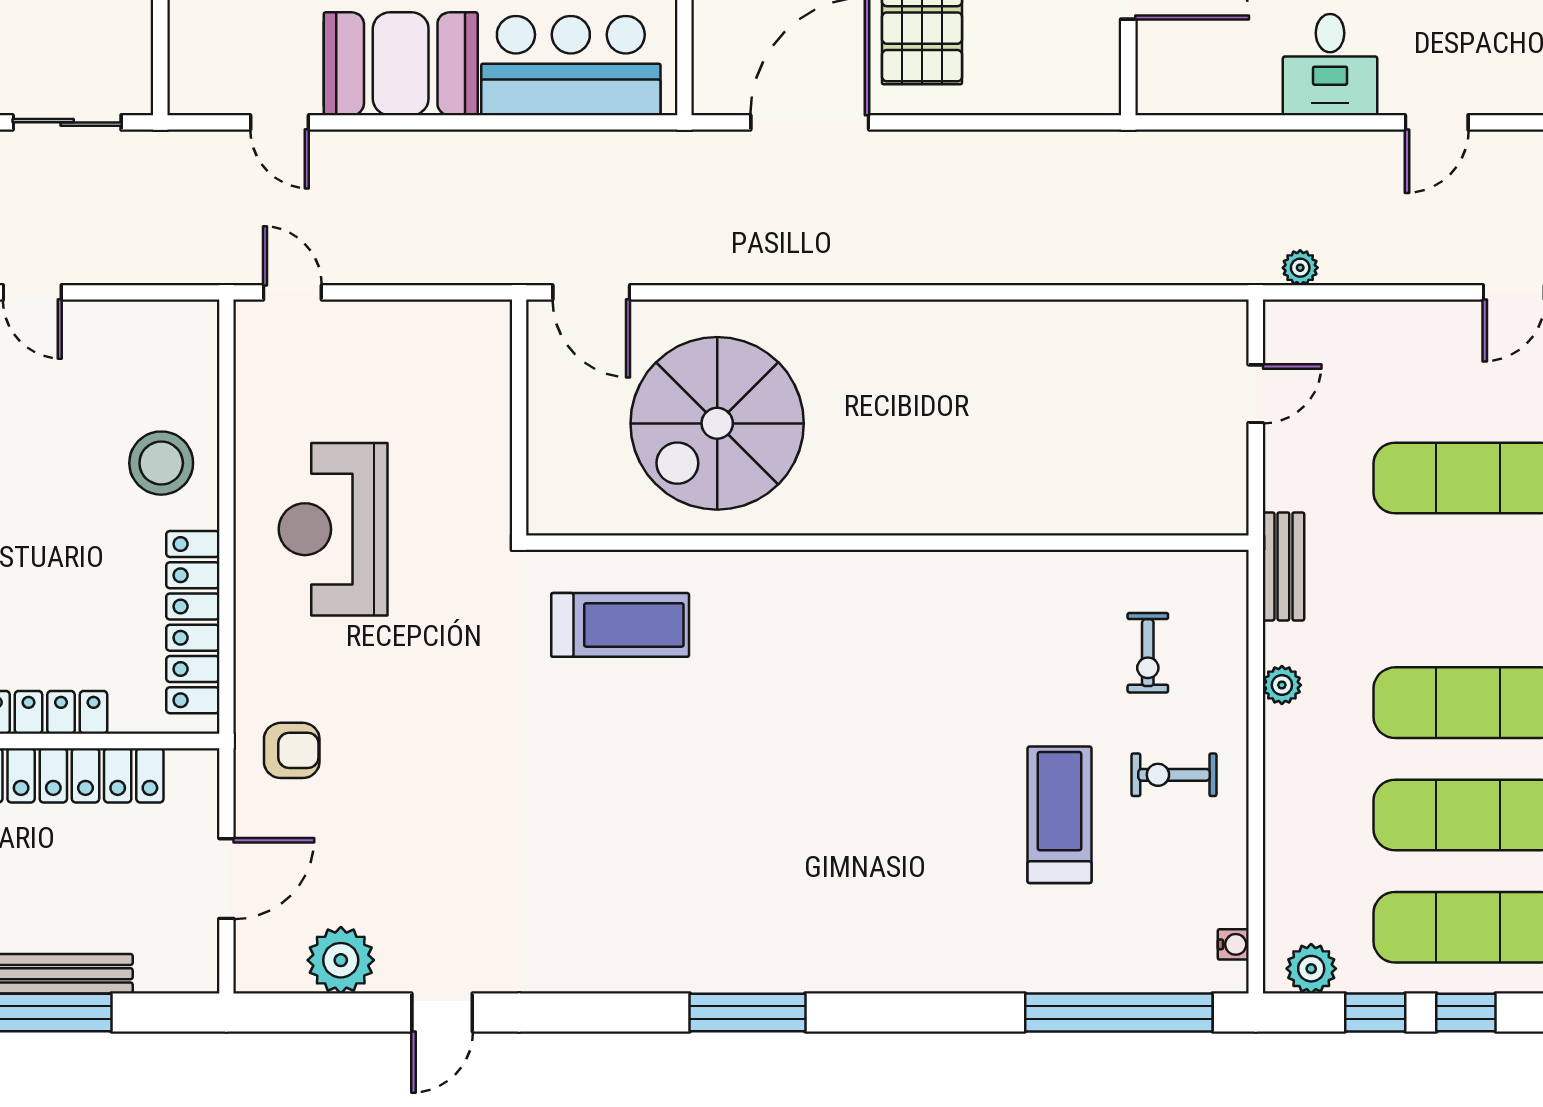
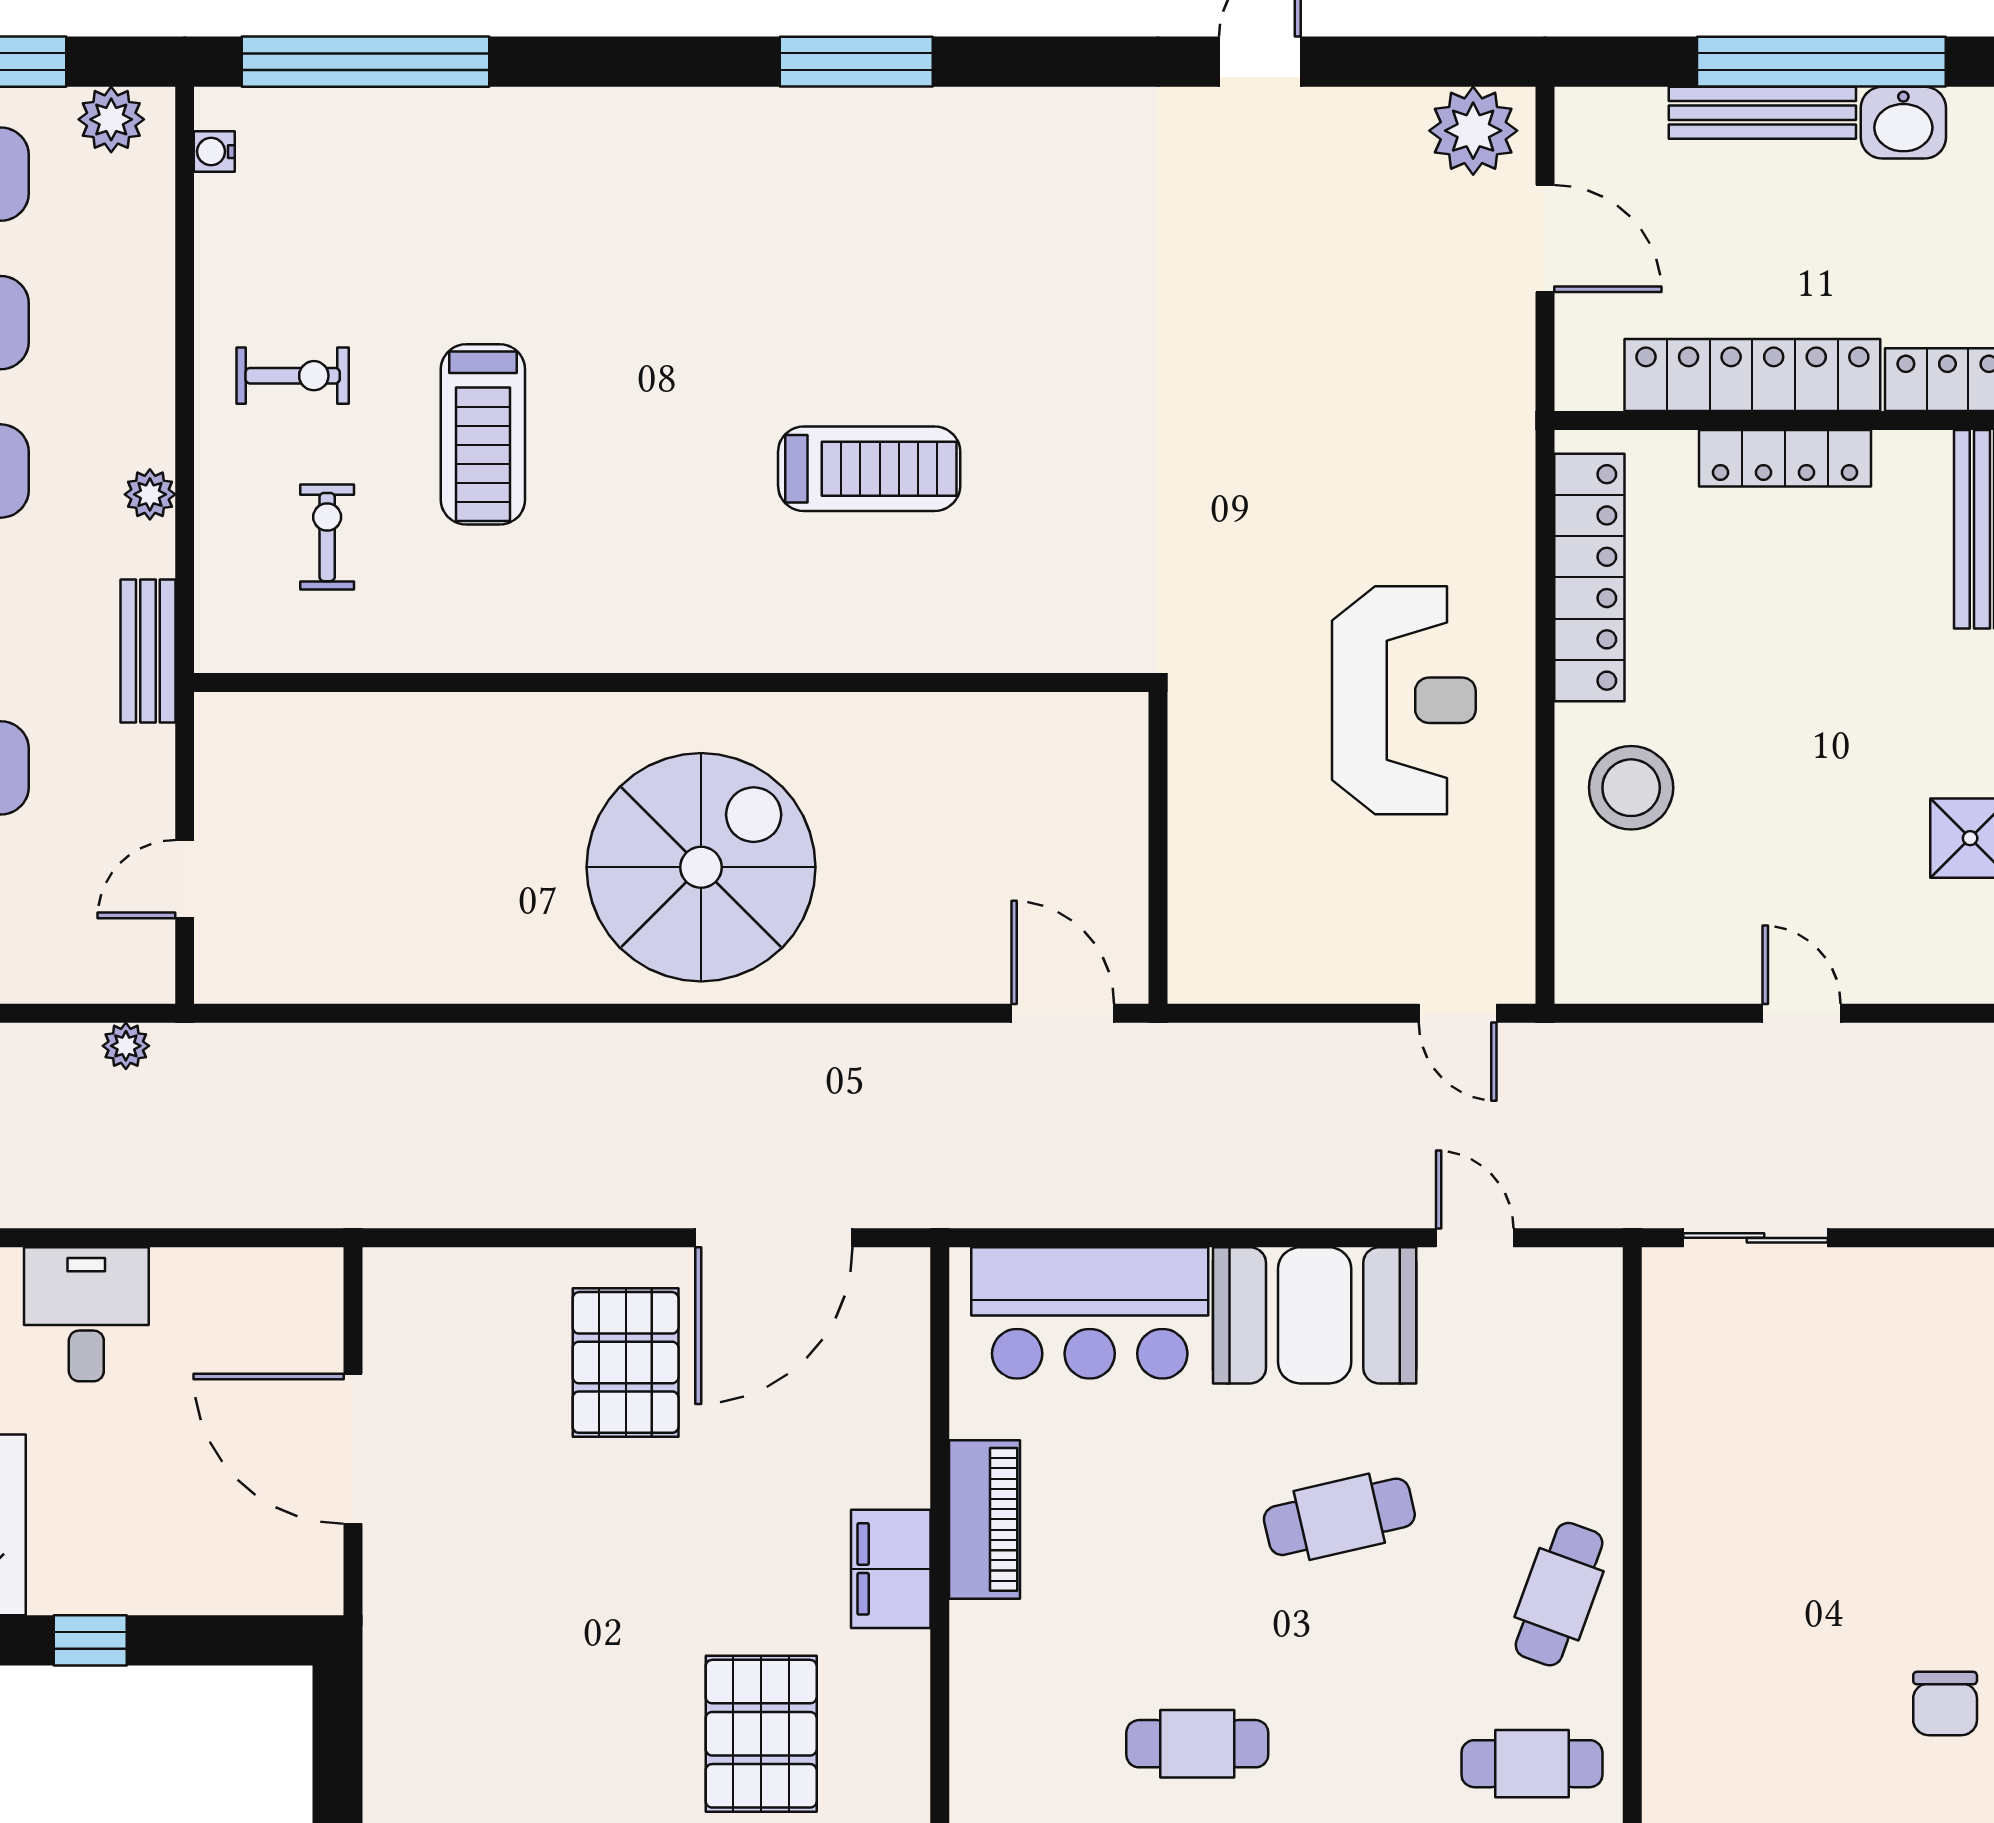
spiral stairs: (717, 423) -> (701, 867), moved
treadmill: (620, 625) -> (869, 469), moved, turned 180
armchair: (292, 750) -> (1459, 408), removed
treadmill: (1059, 815) -> (483, 434), moved
door: (226, 879) -> (1545, 239), swing flipped
plant: (341, 960) -> (1473, 131), moved

